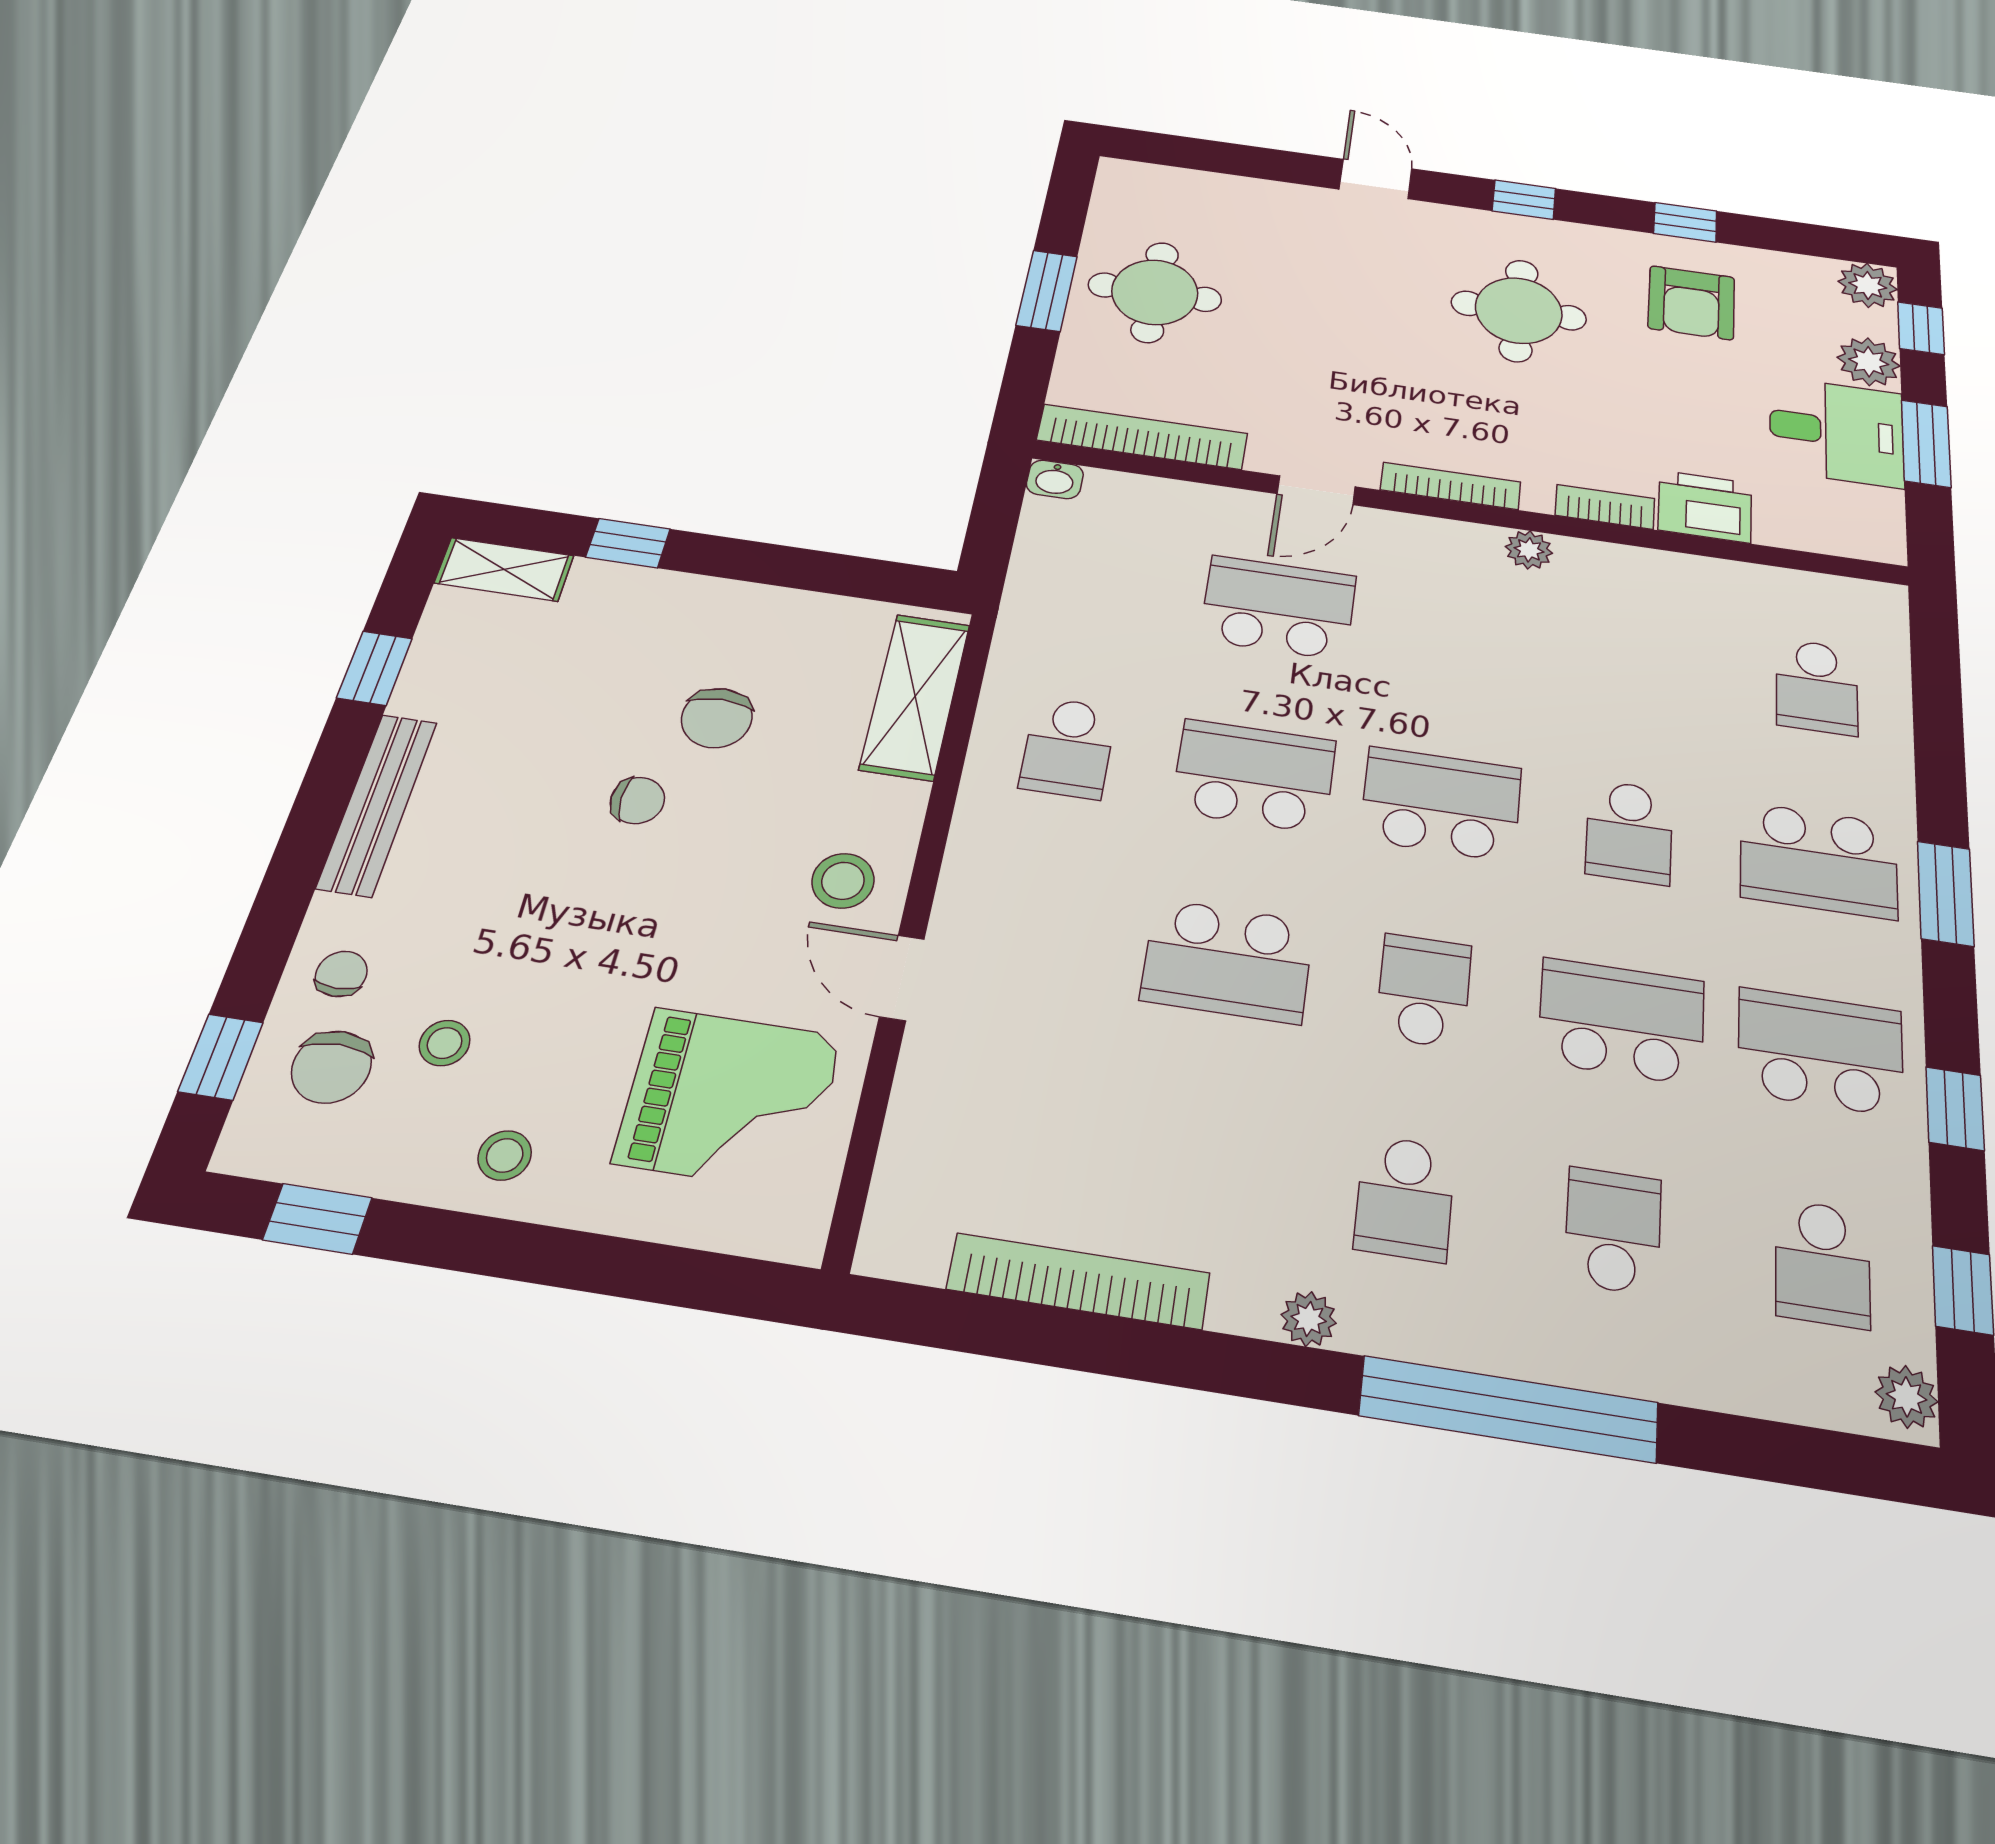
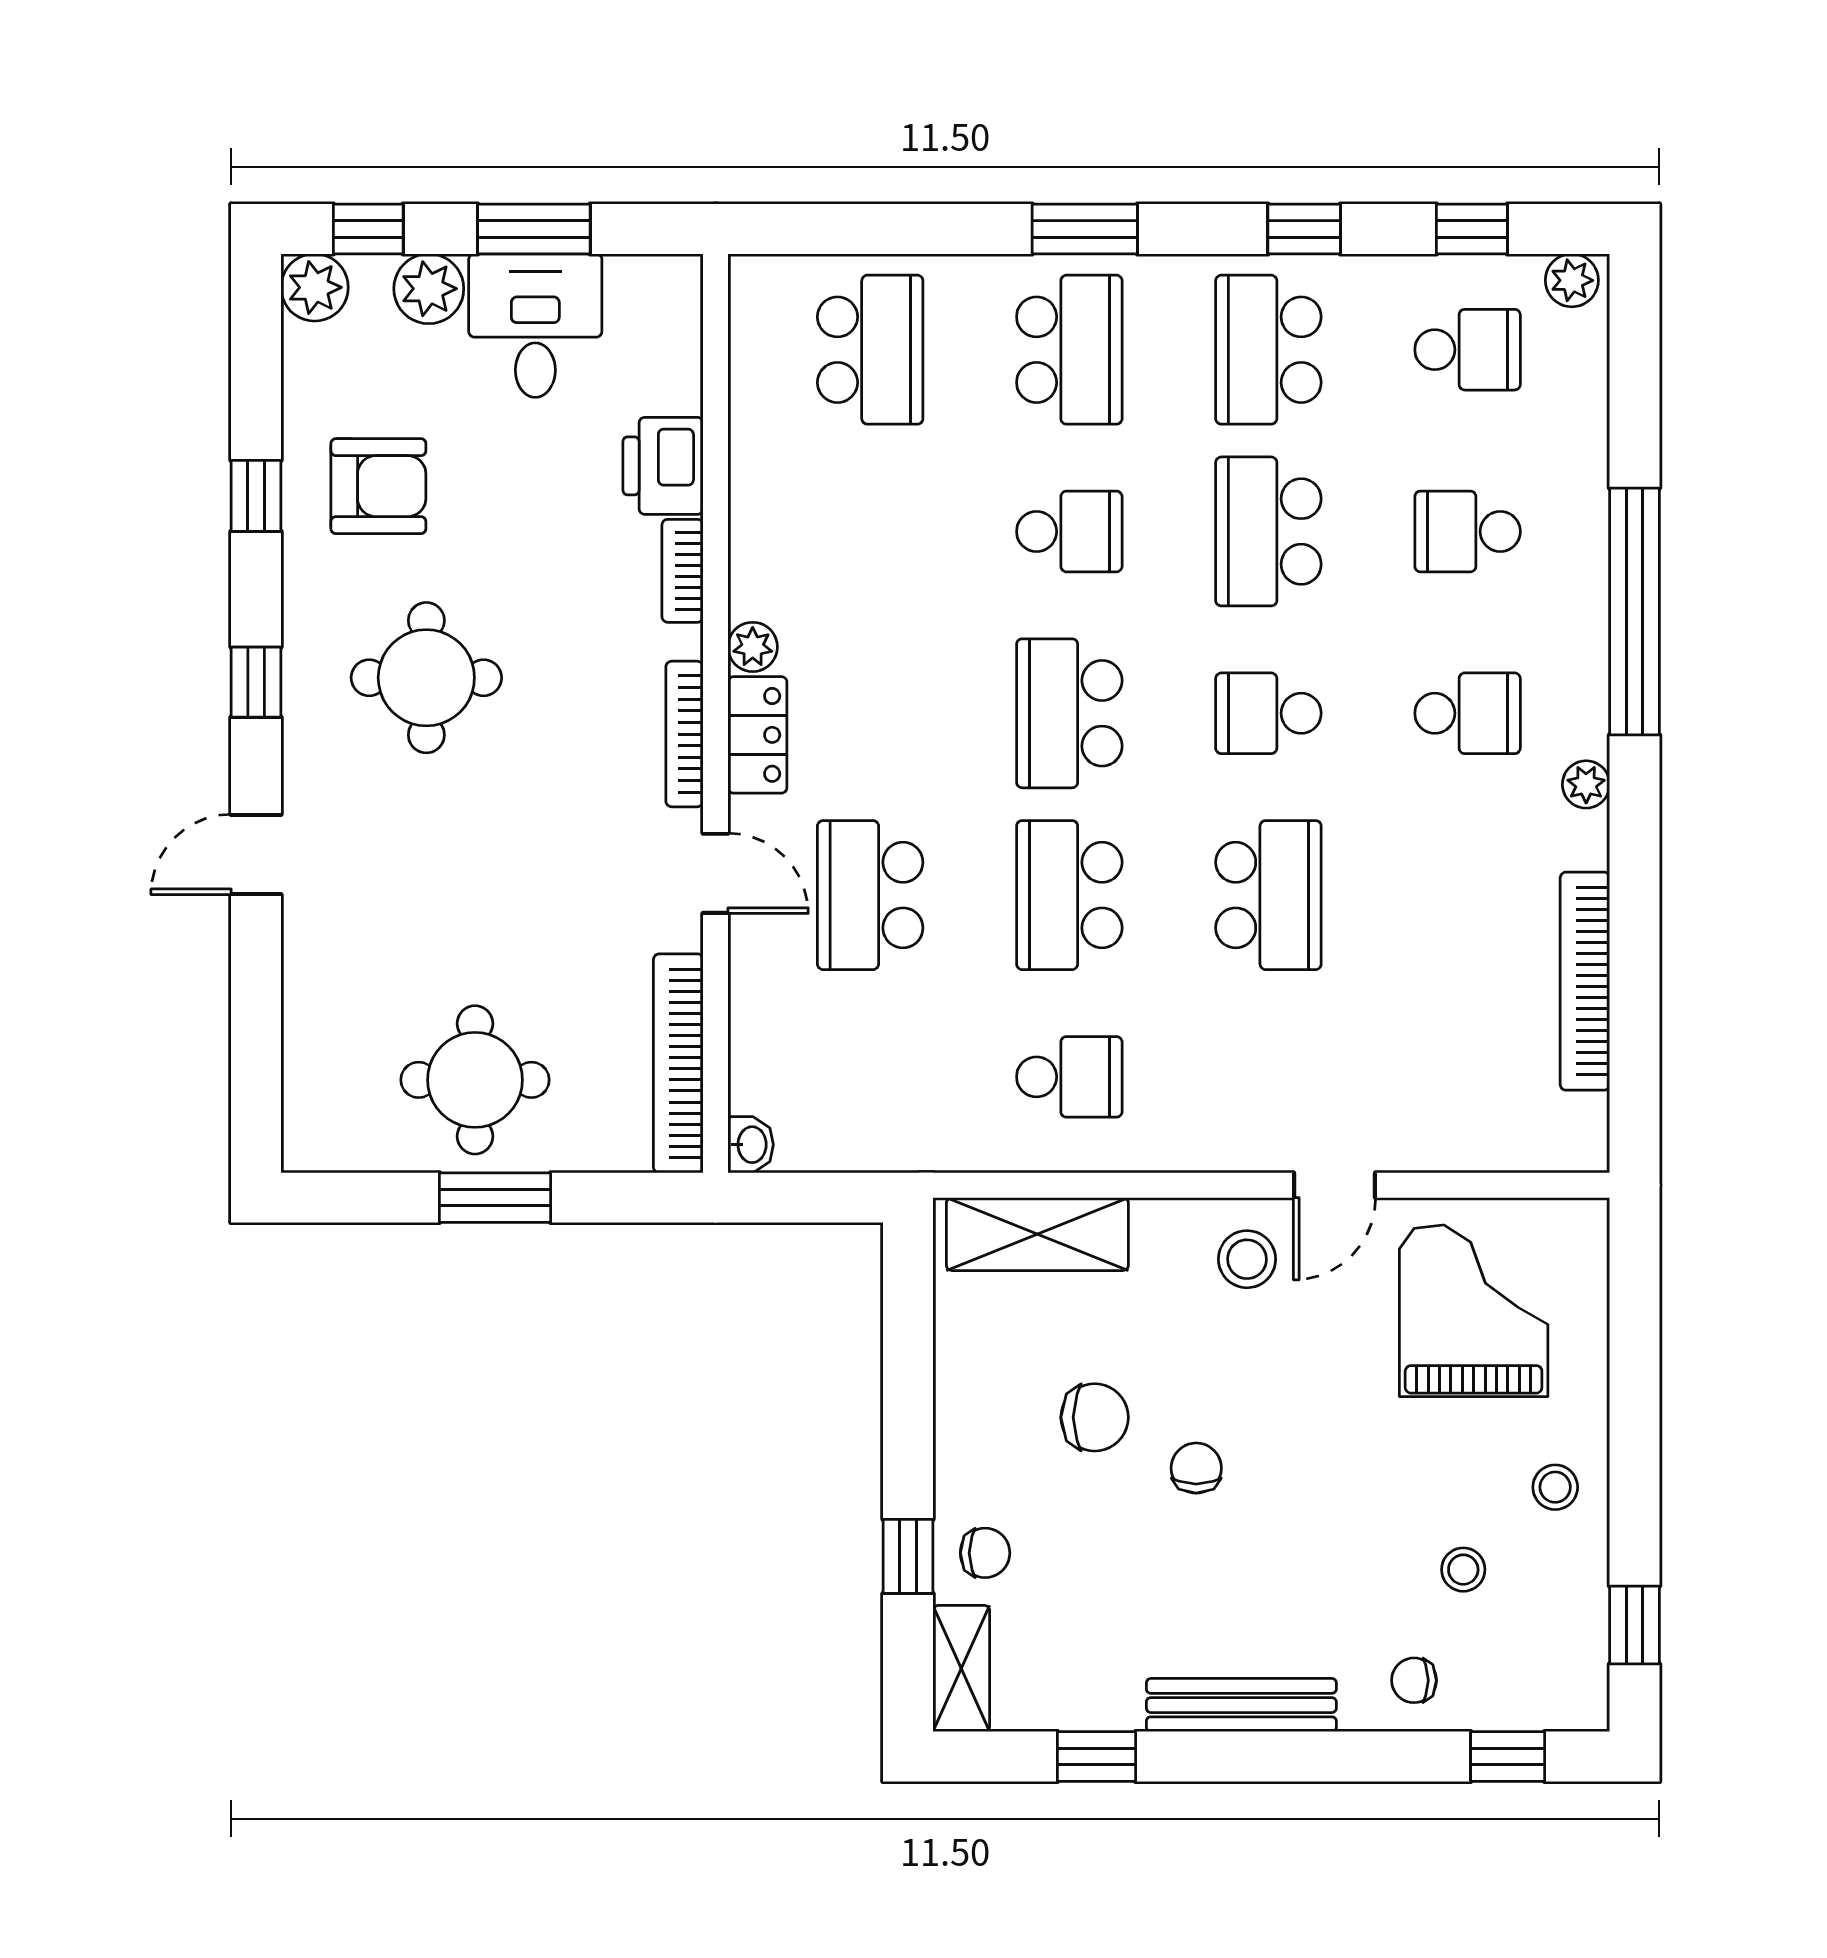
locker: (1444, 541) -> (757, 735), added
school desk: (1817, 687) -> (870, 350), width x1.85
chair: (331, 1067) -> (985, 1553), moved, width x0.73, depth x0.73

